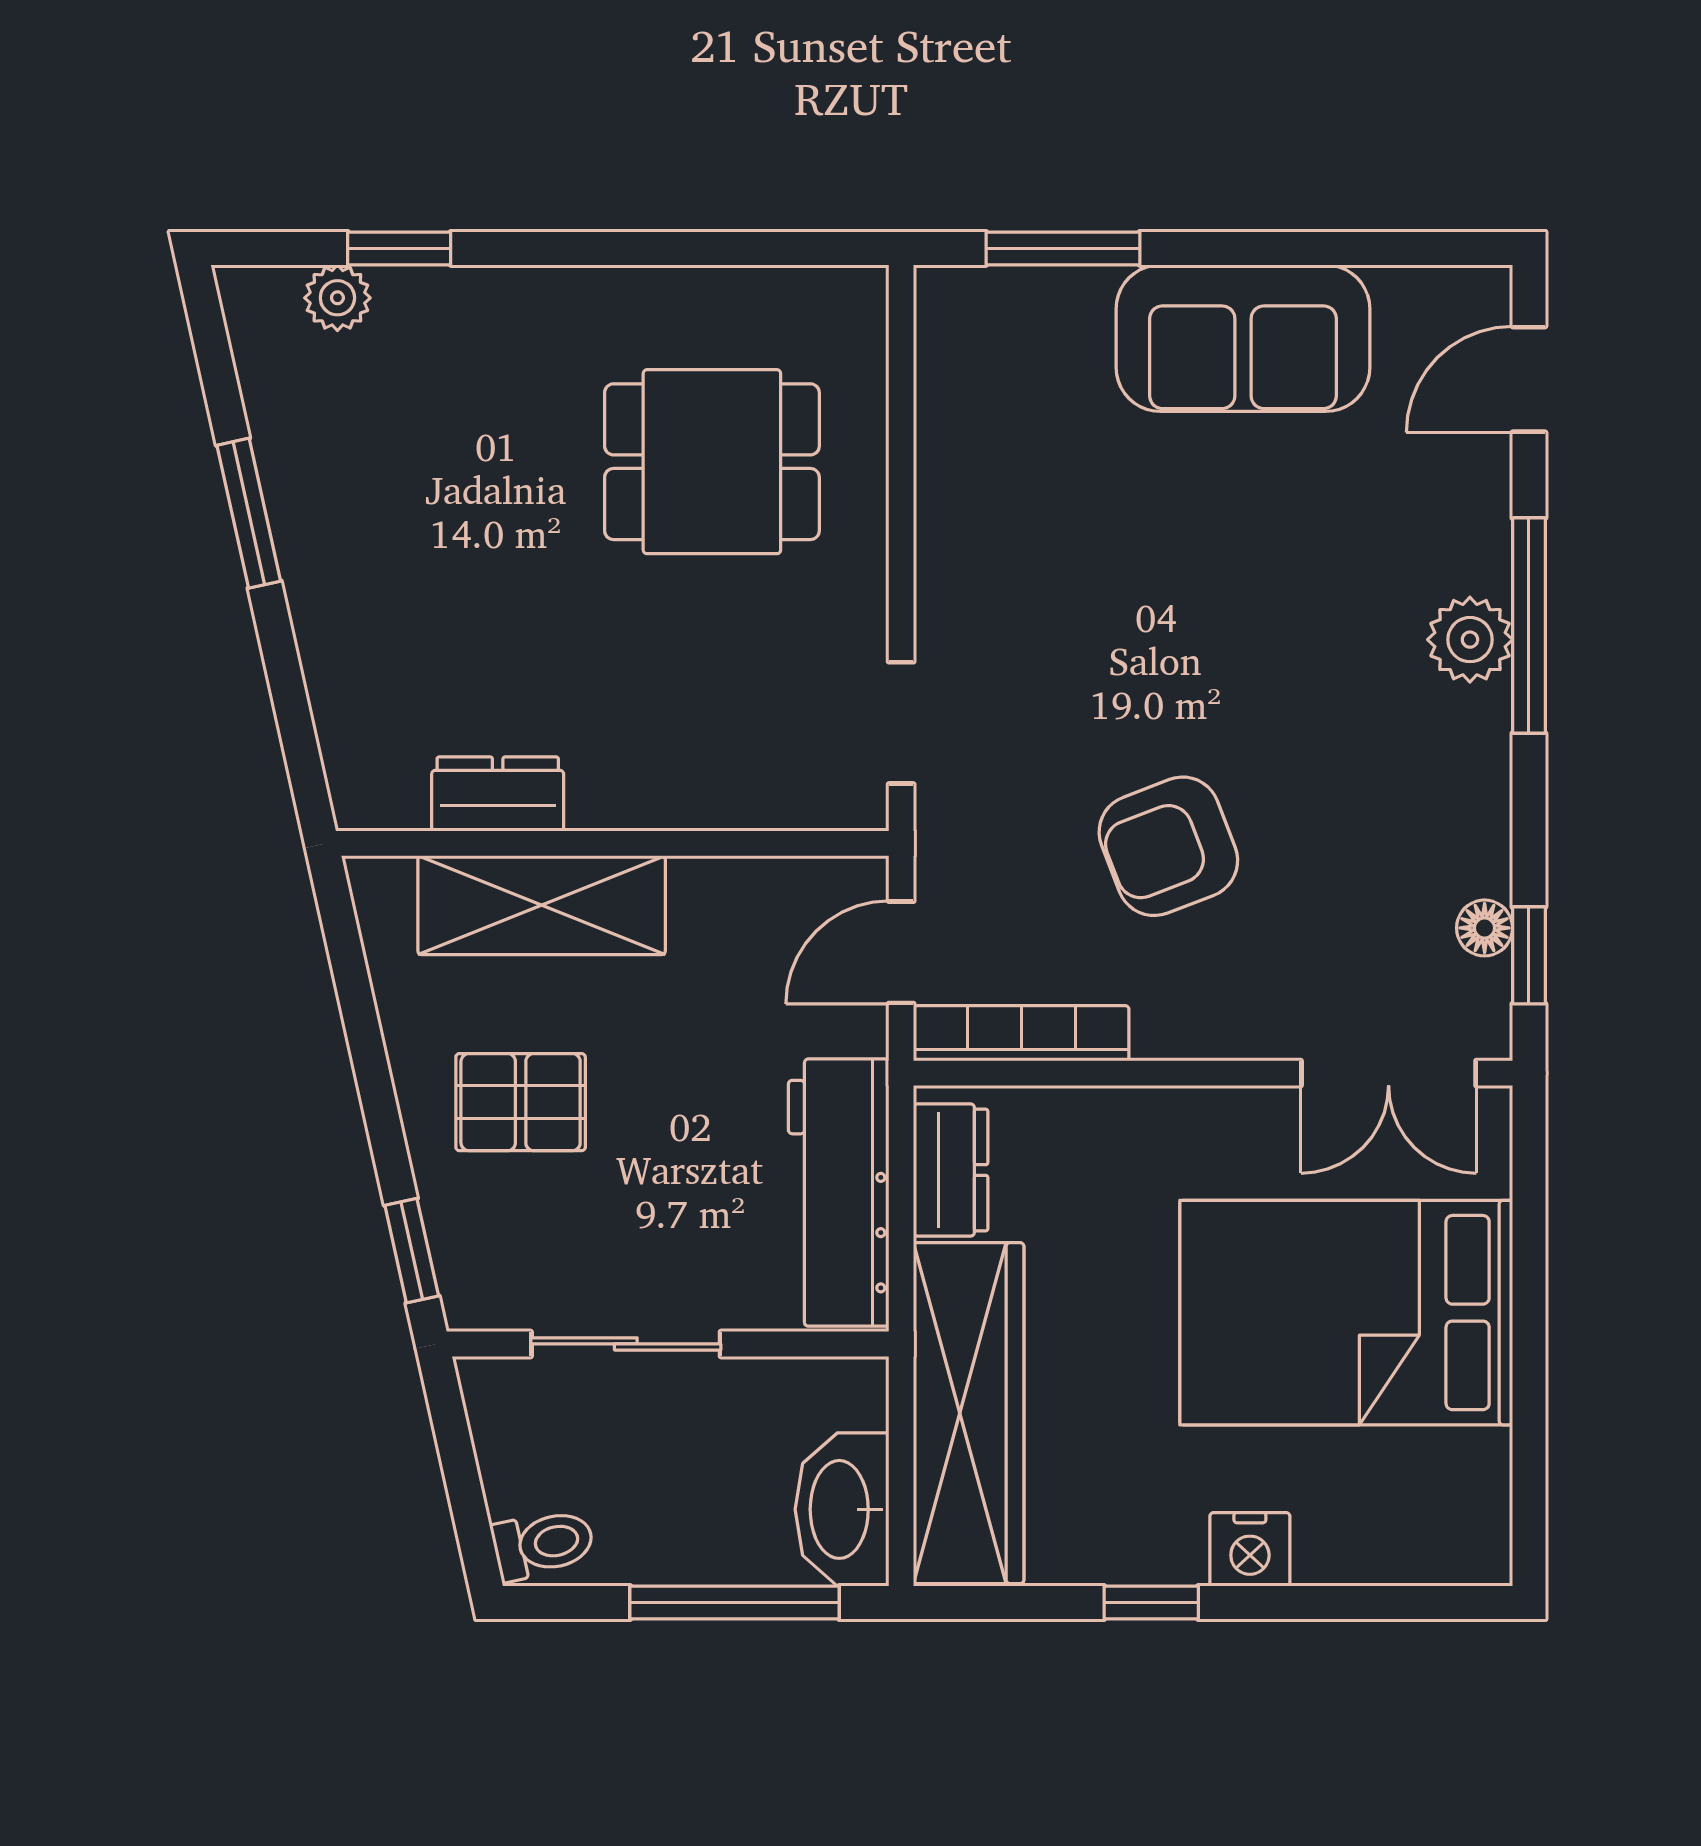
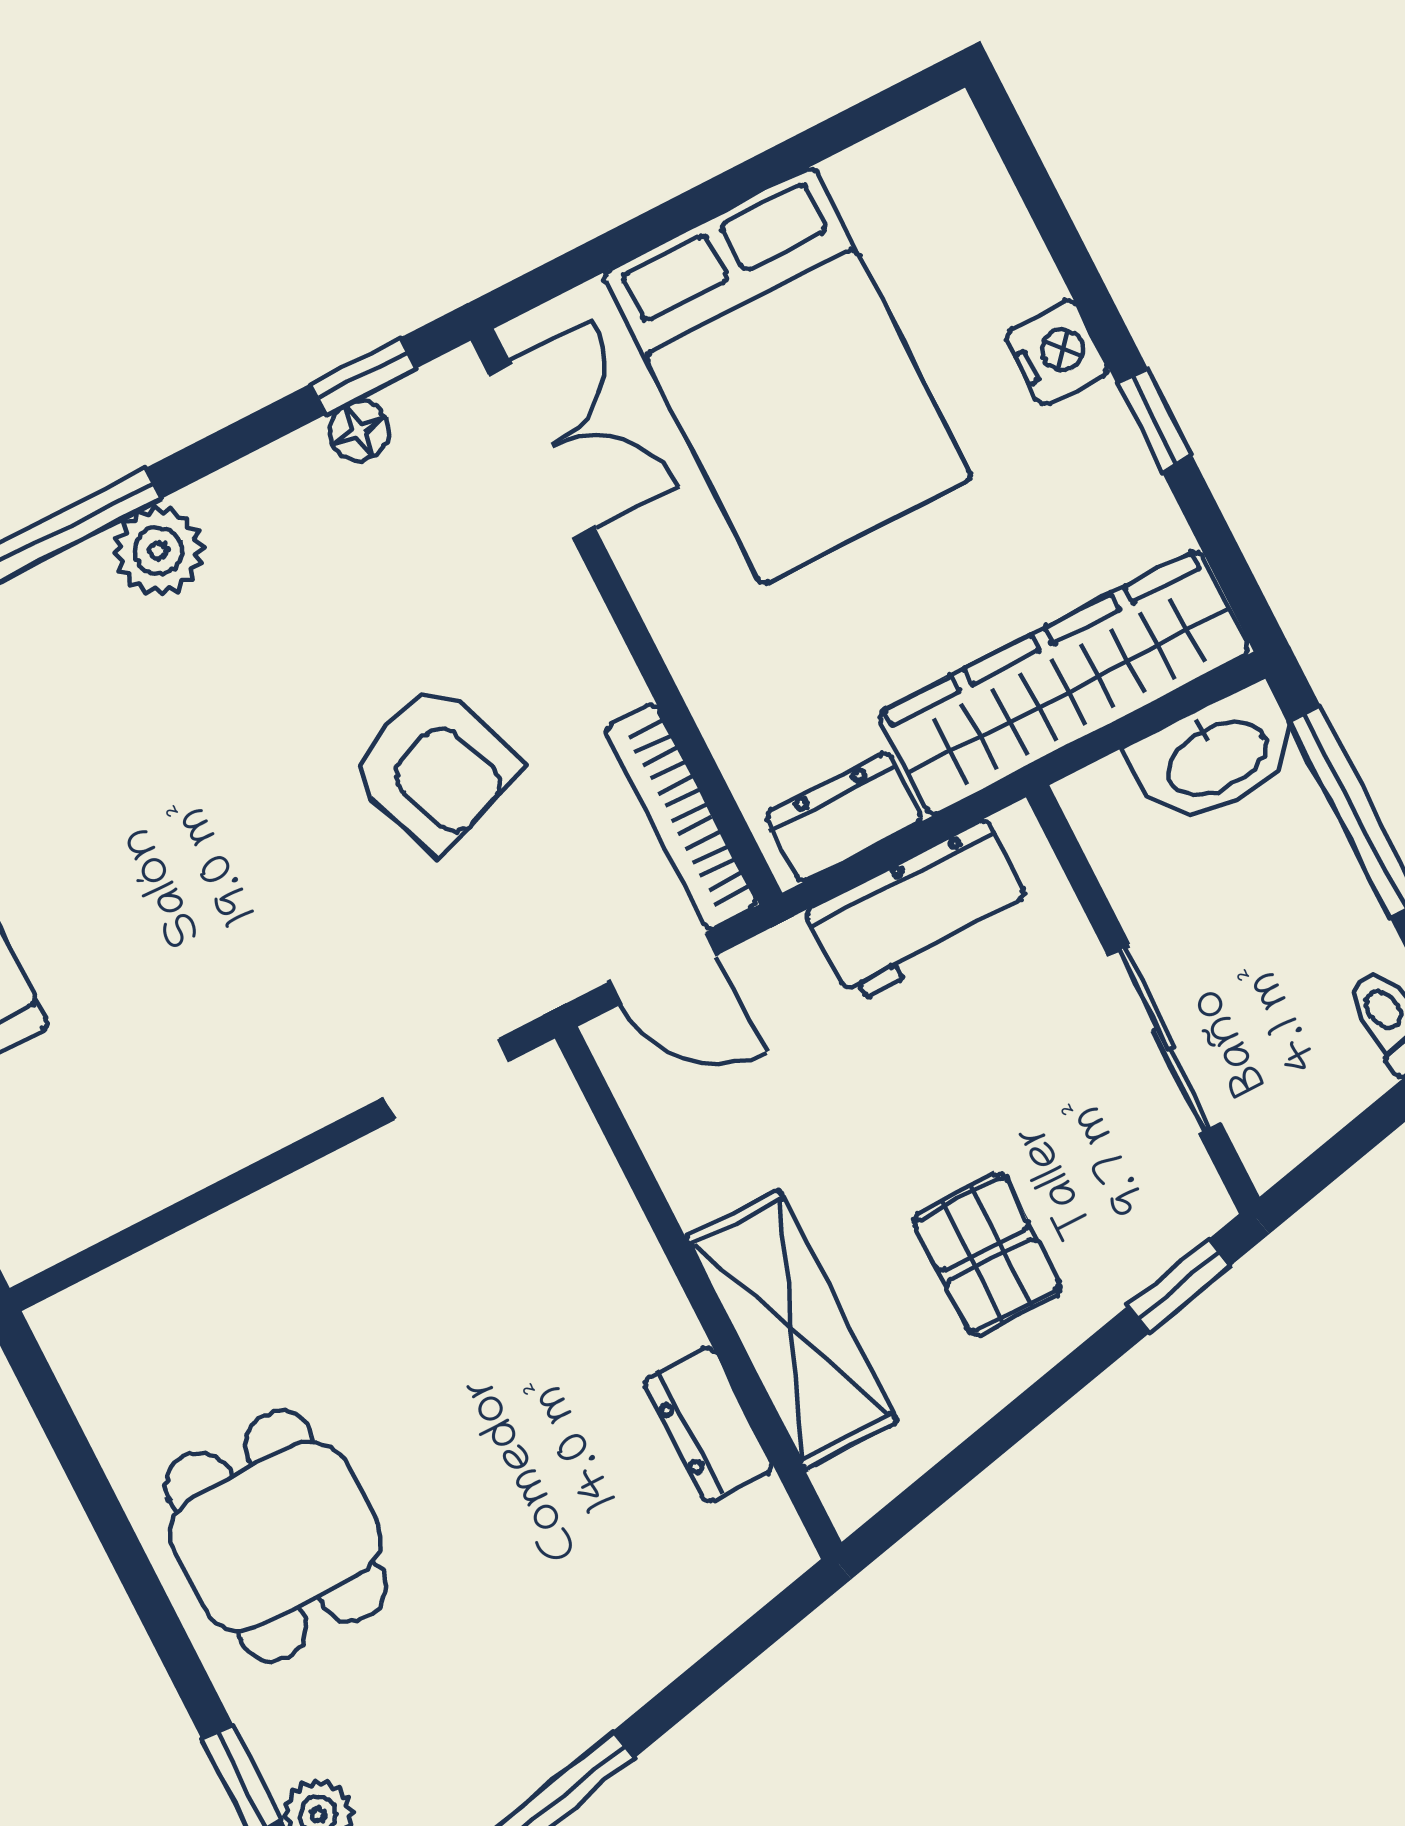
dining table: (712, 462) -> (276, 1536), moved
plant: (1470, 640) -> (158, 551), moved
workbench: (839, 1193) -> (919, 912), width x0.73

